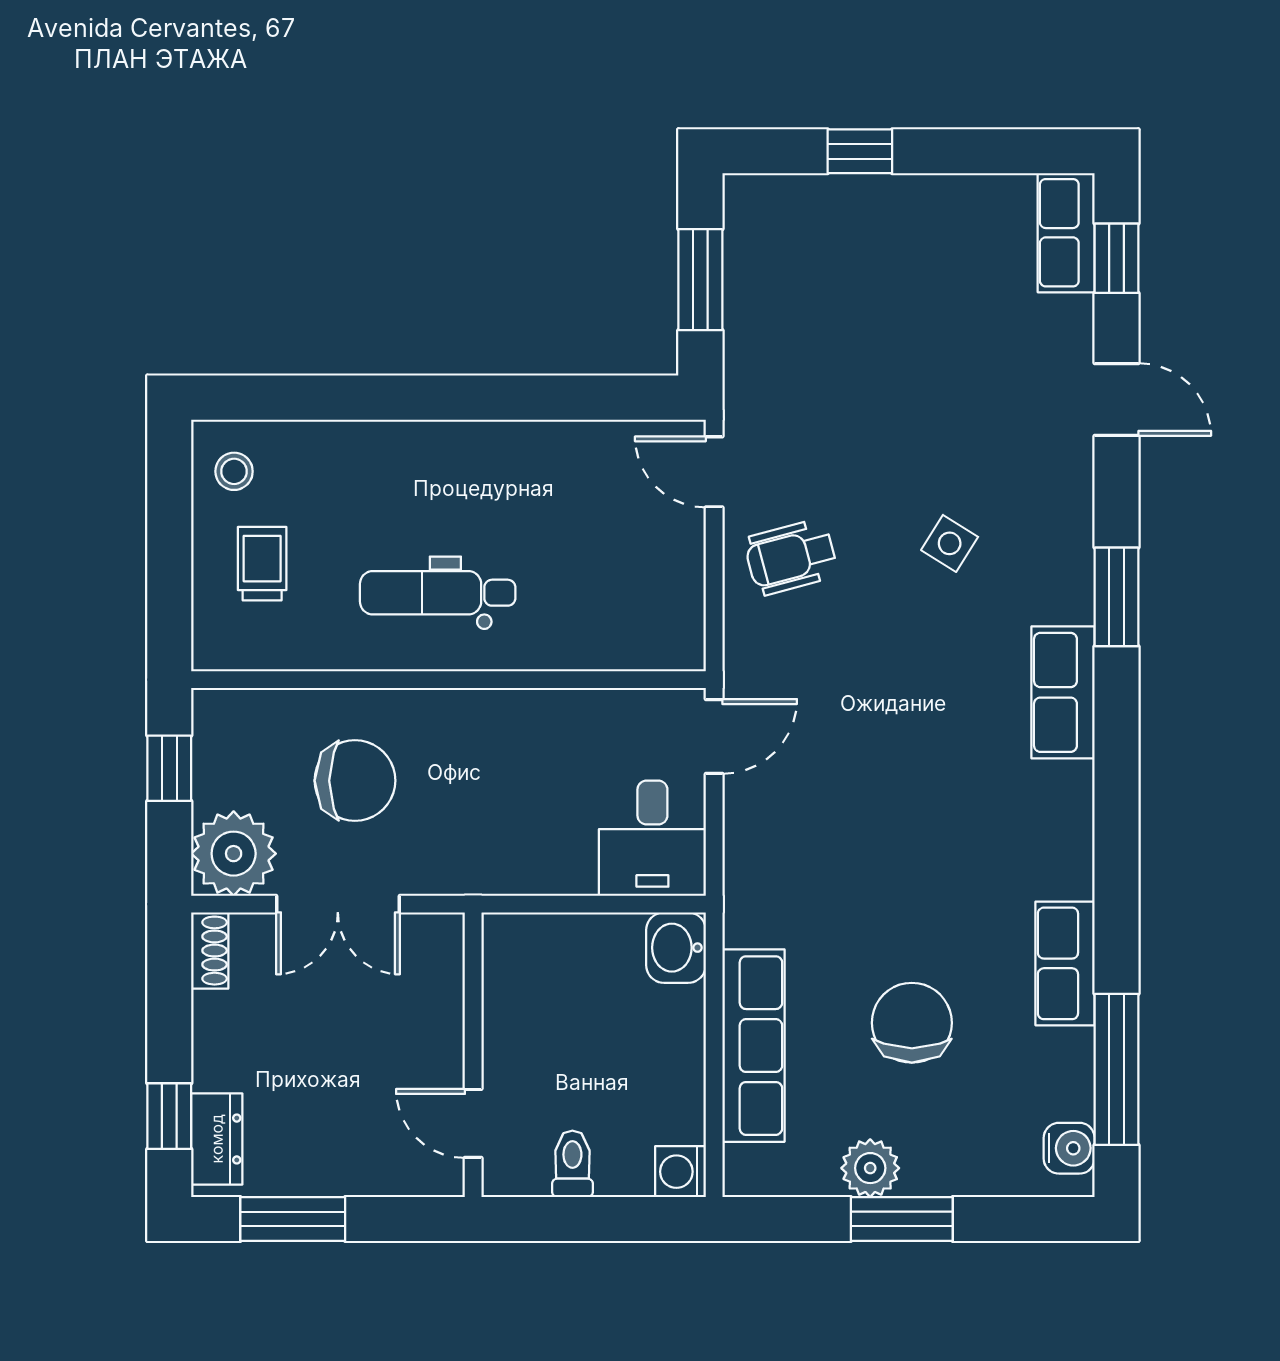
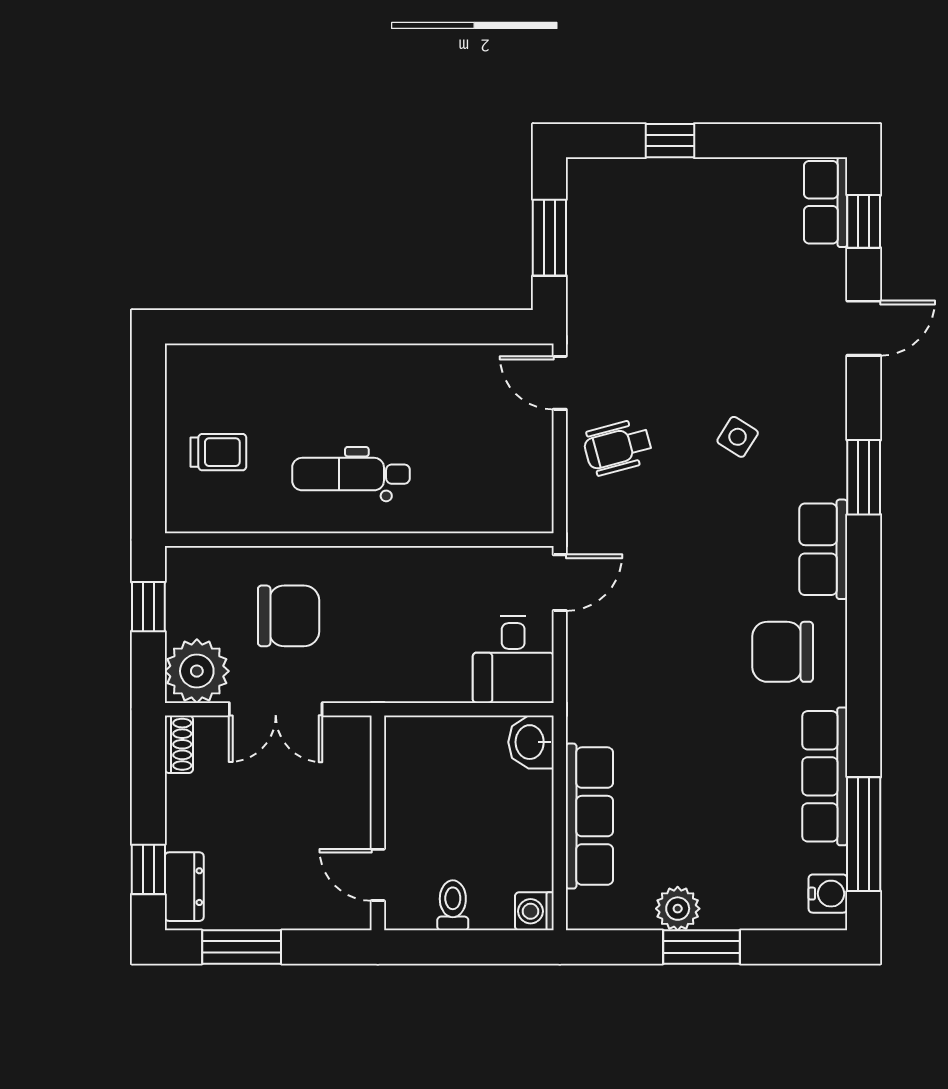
door: (1117, 399) -> (864, 328), hinge flipped
stool: (234, 471) -> (197, 382), removed
trolley: (262, 564) -> (218, 452), turned 90
row of seats: (1065, 963) -> (825, 776), width x1.48
chair: (912, 1023) -> (783, 652), moved, turned -90

